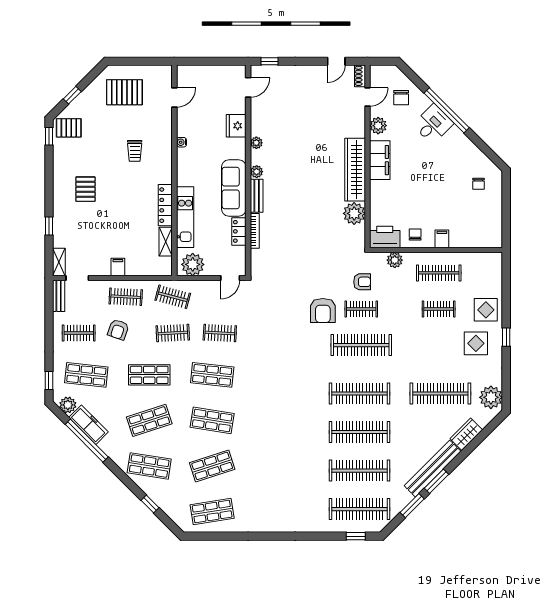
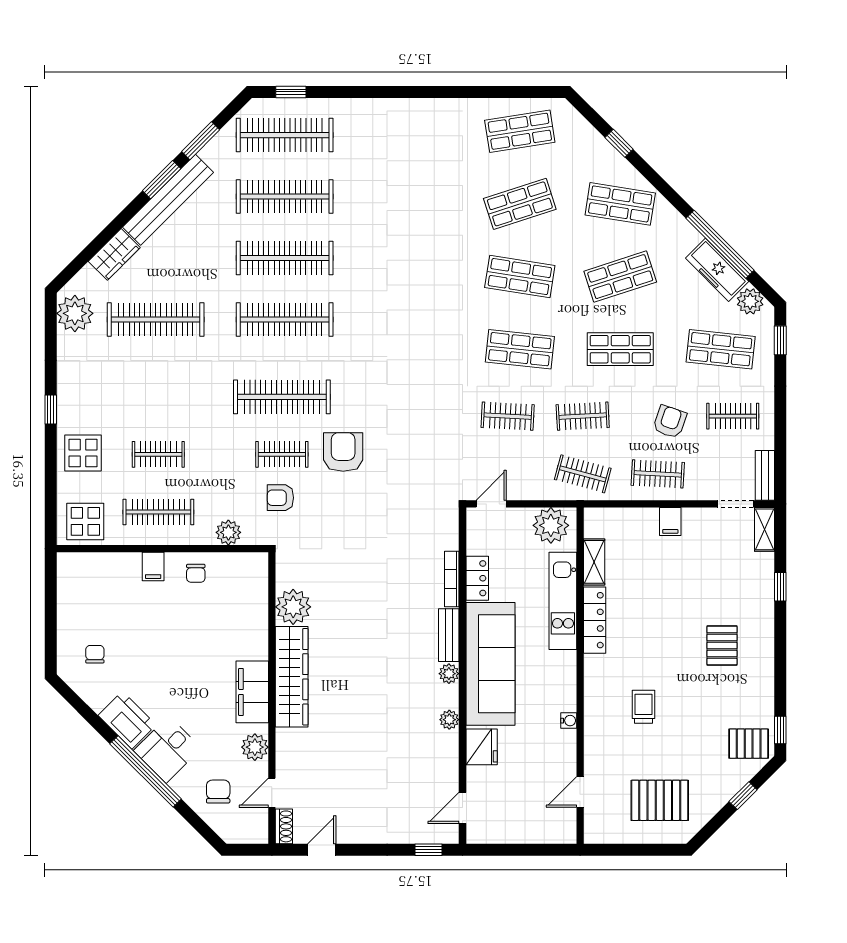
sofa: (234, 188) -> (490, 664), width x1.36, depth x1.27
printer: (385, 237) -> (127, 720), moved, turned -135
display table: (476, 343) -> (85, 521), moved

